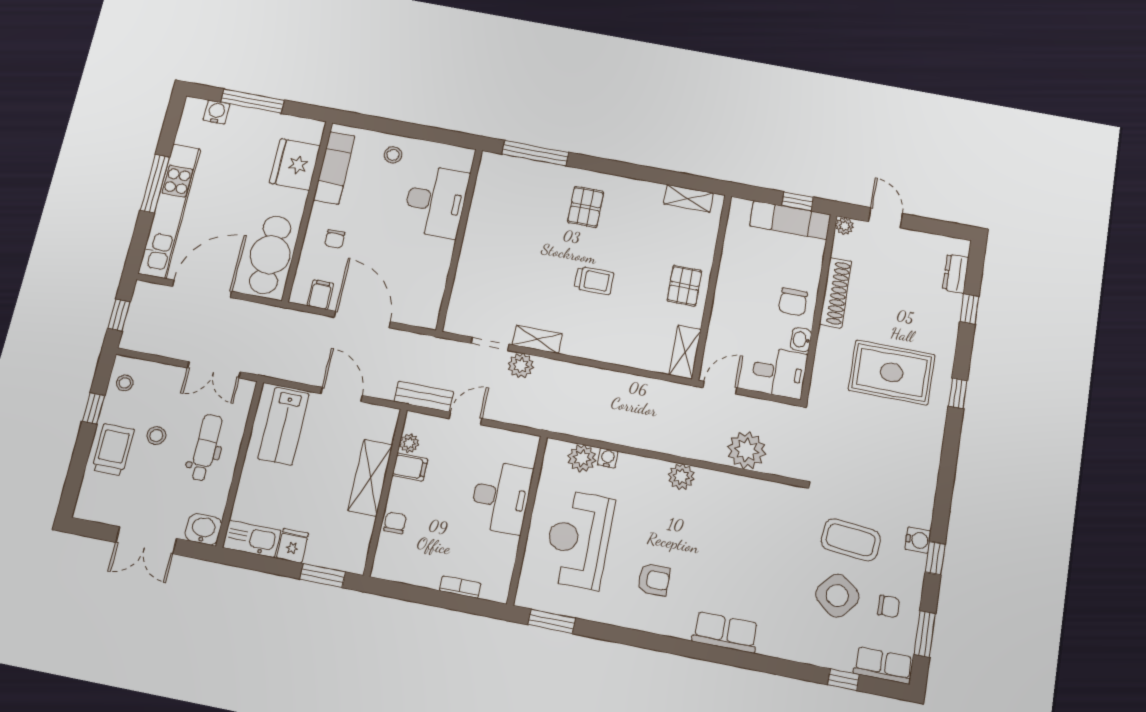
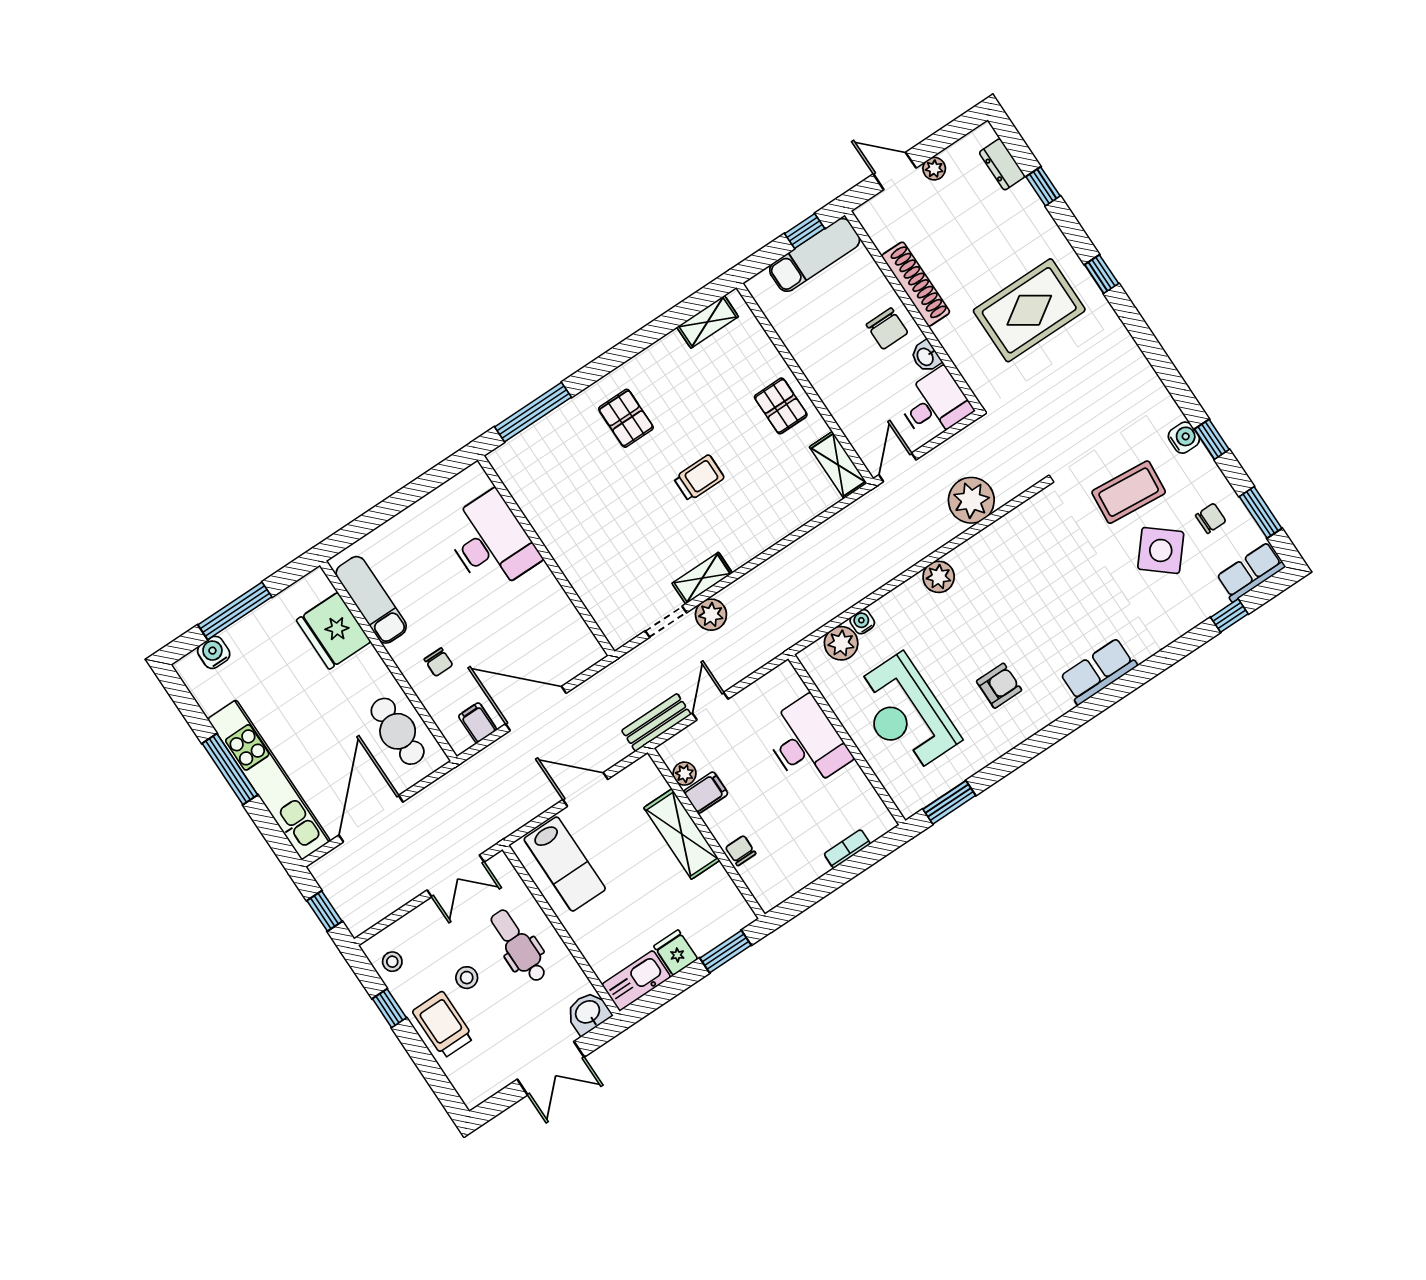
stool: (393, 155) -> (410, 537), removed
plant: (844, 226) -> (934, 169), moved
cafe table: (270, 255) -> (398, 731), width x0.73, depth x0.74

